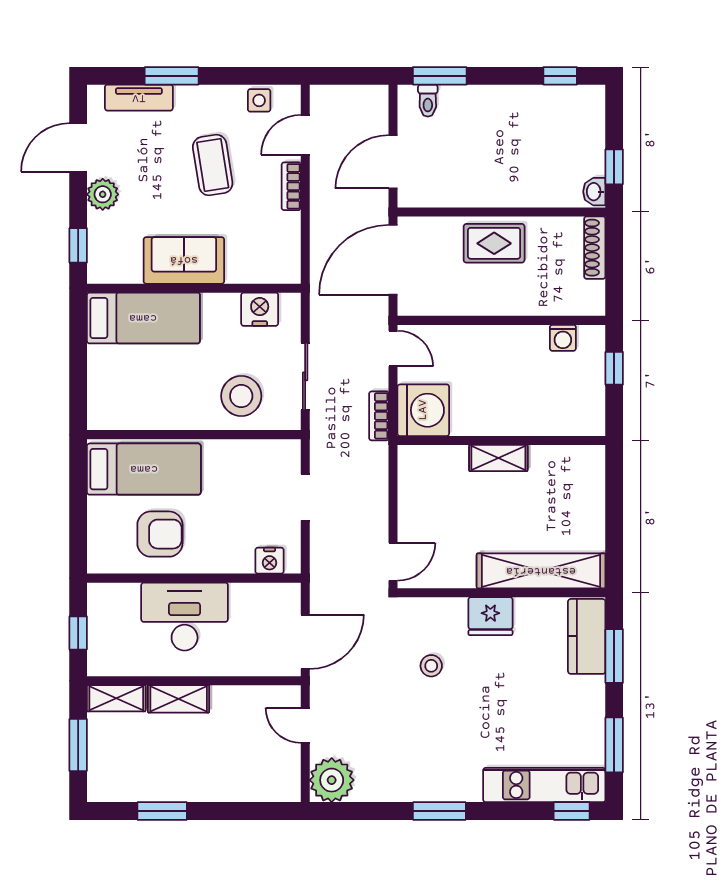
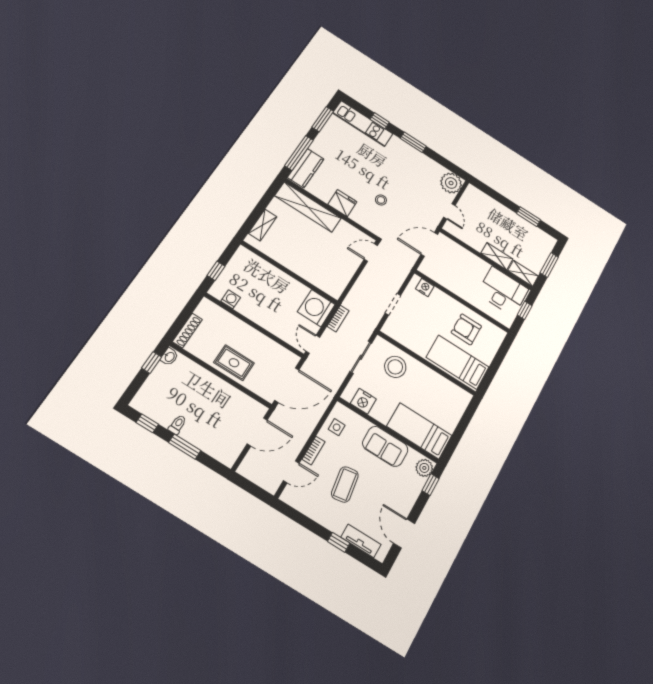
window: (172, 76) -> (339, 542), width x0.67
window: (440, 76) -> (185, 447), moved
side table: (259, 100) -> (337, 427), moved
toilet: (428, 101) -> (177, 425), moved
door: (78, 147) -> (404, 533), swing flipped
plant: (103, 194) -> (424, 468), moved
shelving: (498, 458) -> (263, 225), moved, turned 90
desk: (185, 617) -> (503, 291), moved, turned 180
window: (614, 656) -> (299, 153), width x1.44
window: (572, 811) -> (380, 121), moved

